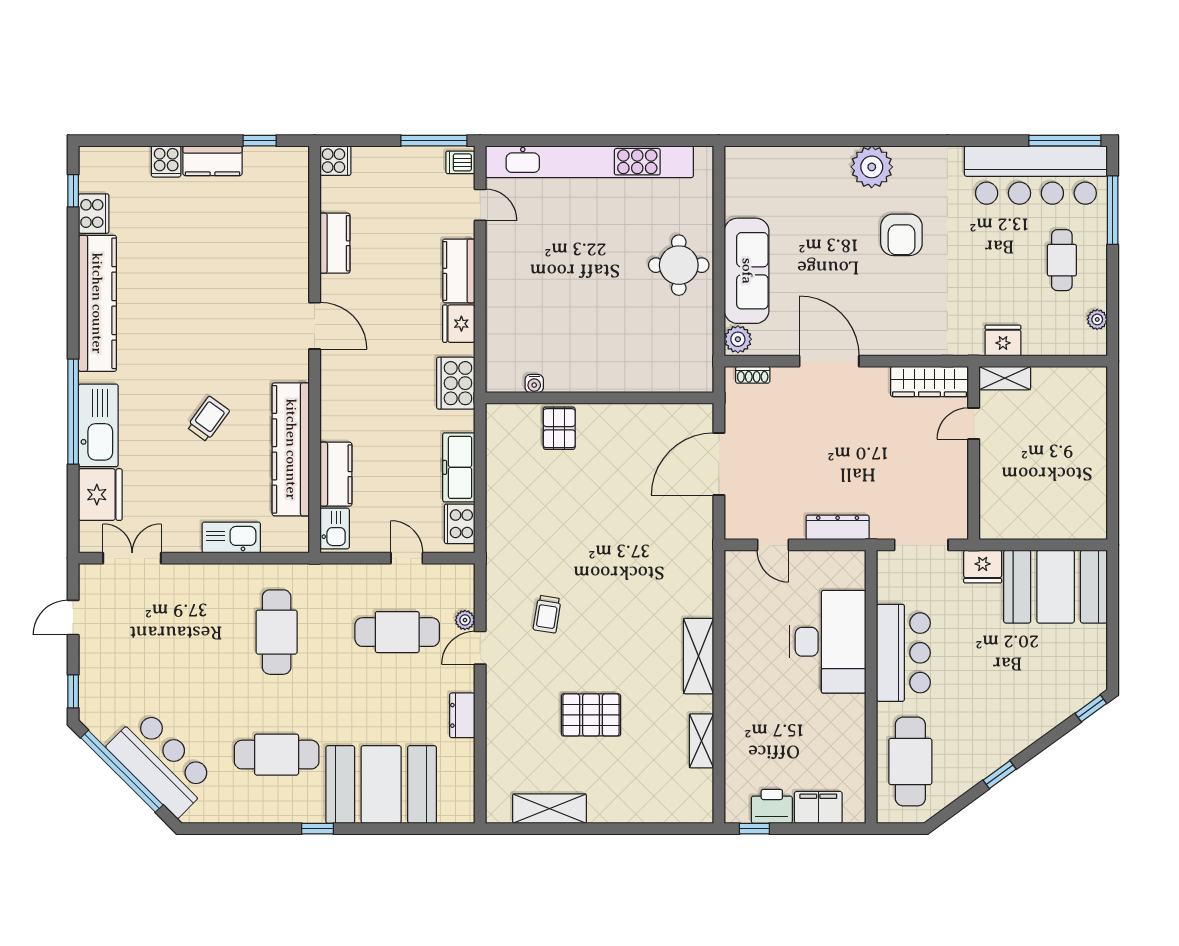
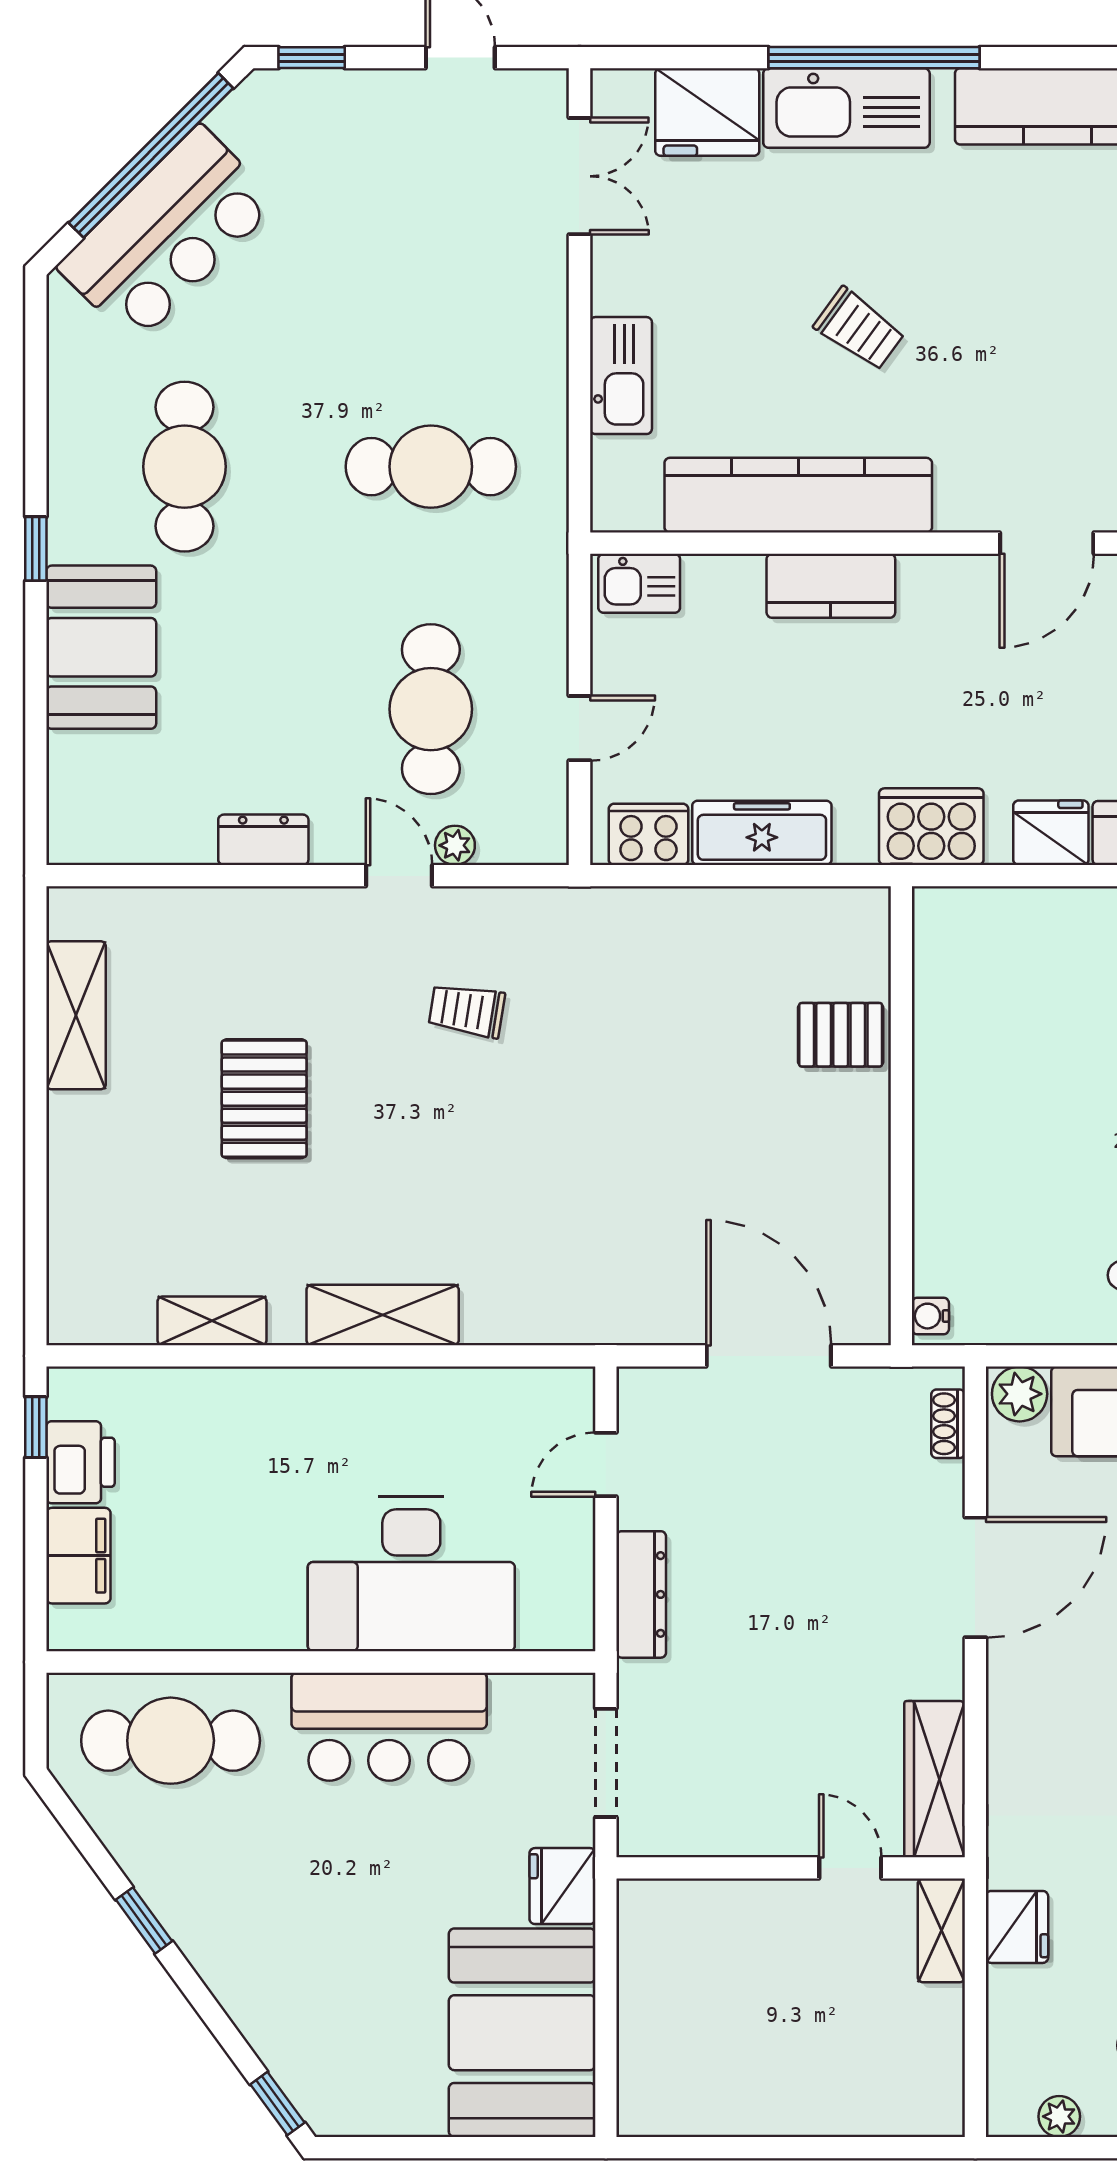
water cooler: (534, 384) -> (930, 1316), moved
kitchen counter: (336, 474) -> (831, 586), moved
booth: (381, 784) -> (101, 647), width x0.73, depth x0.70

